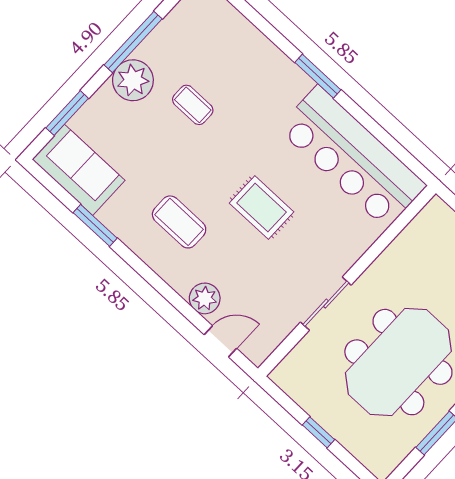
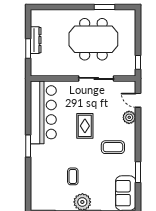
coffee table: (179, 222) -> (113, 147), turned 90
sliding door: (326, 304) -> (96, 78), width x1.37
window: (319, 432) -> (138, 62), moved

